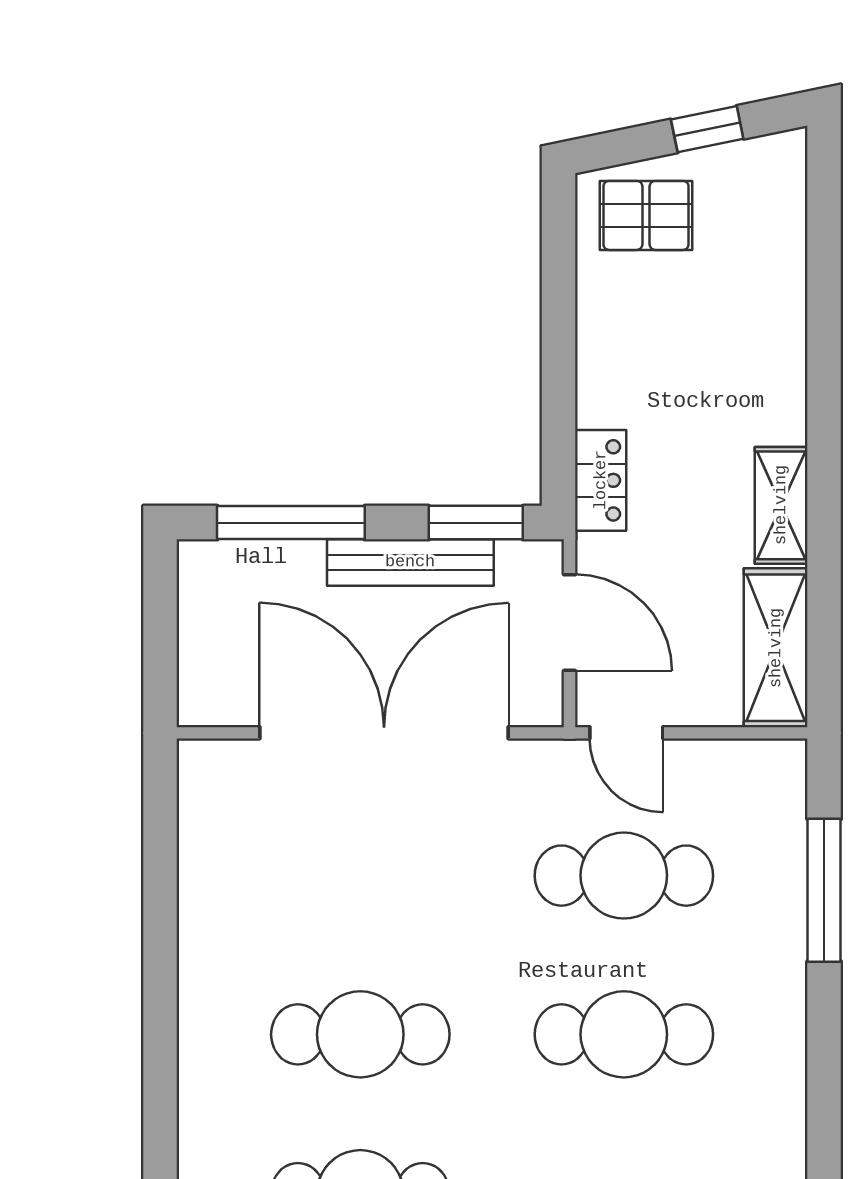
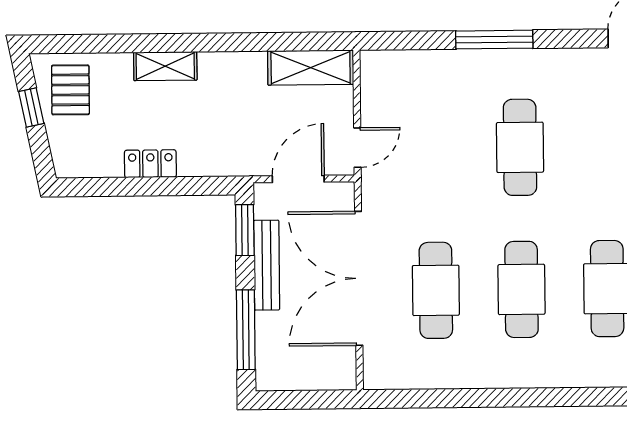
pallet: (646, 215) -> (70, 90), moved
locker: (601, 480) -> (150, 164), moved
shelving: (781, 505) -> (165, 66), moved
cafe table: (624, 876) -> (436, 290), moved
window: (824, 890) -> (494, 40), moved

